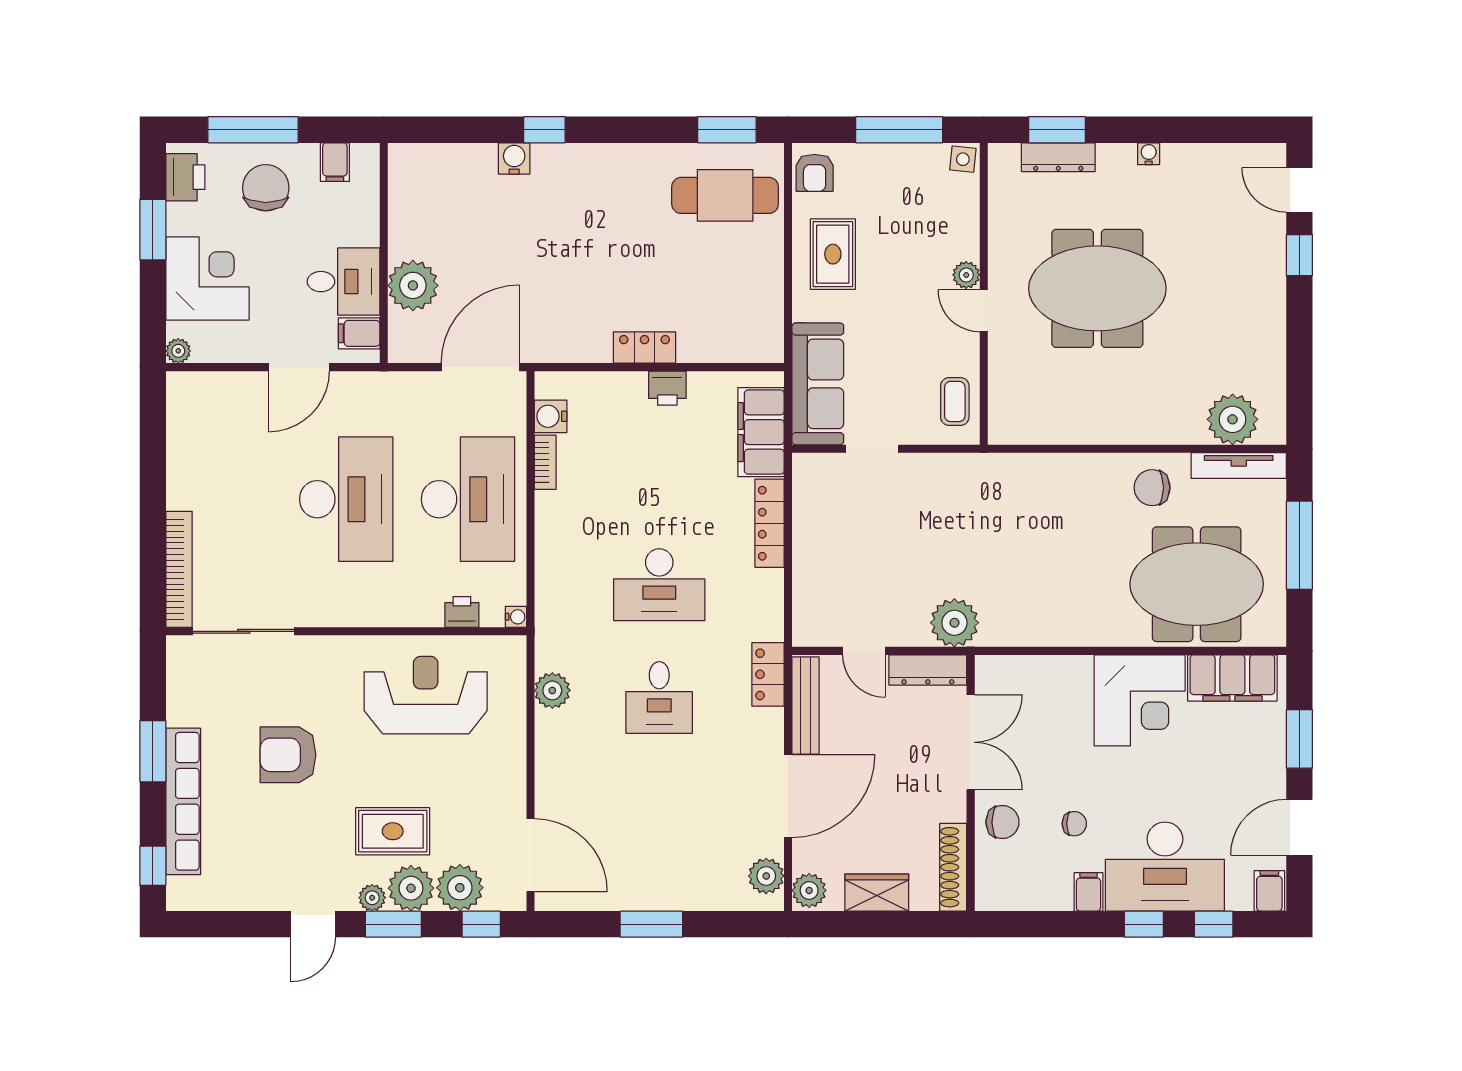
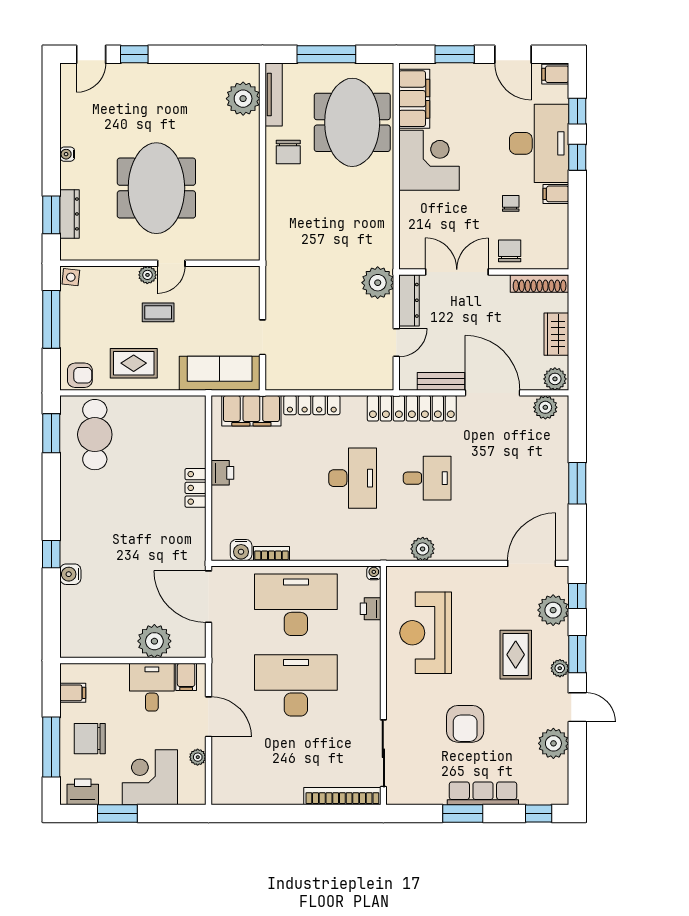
plant: (178, 351) -> (198, 757), moved
coffee table: (955, 401) -> (158, 312), moved
locker: (768, 674) -> (412, 408), width x2.16, depth x1.21
bench: (806, 705) -> (441, 381), width x0.73
row of seats: (183, 801) -> (483, 793), width x0.73
plant: (411, 888) -> (553, 743), moved

